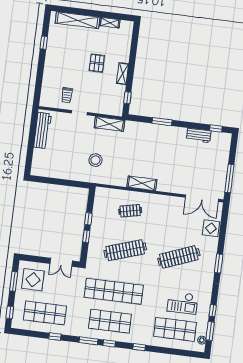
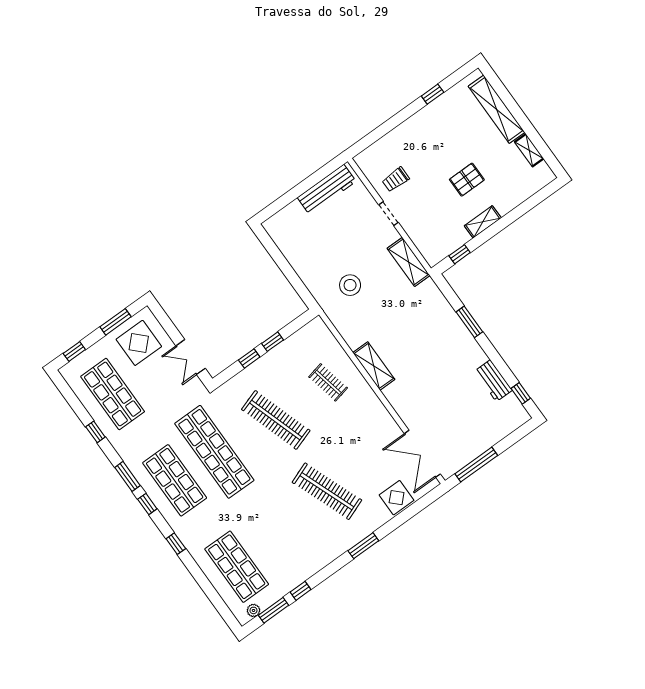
checkout: (182, 303) -> (276, 546), removed

